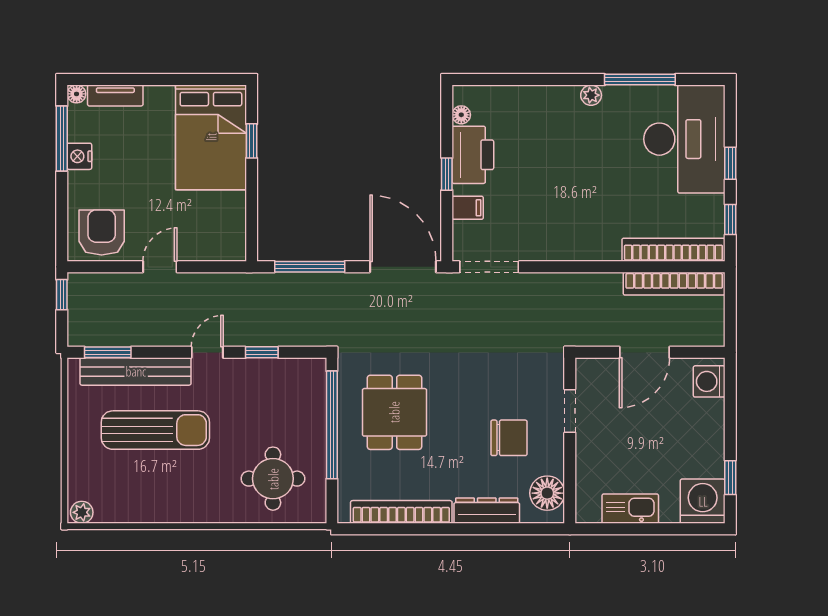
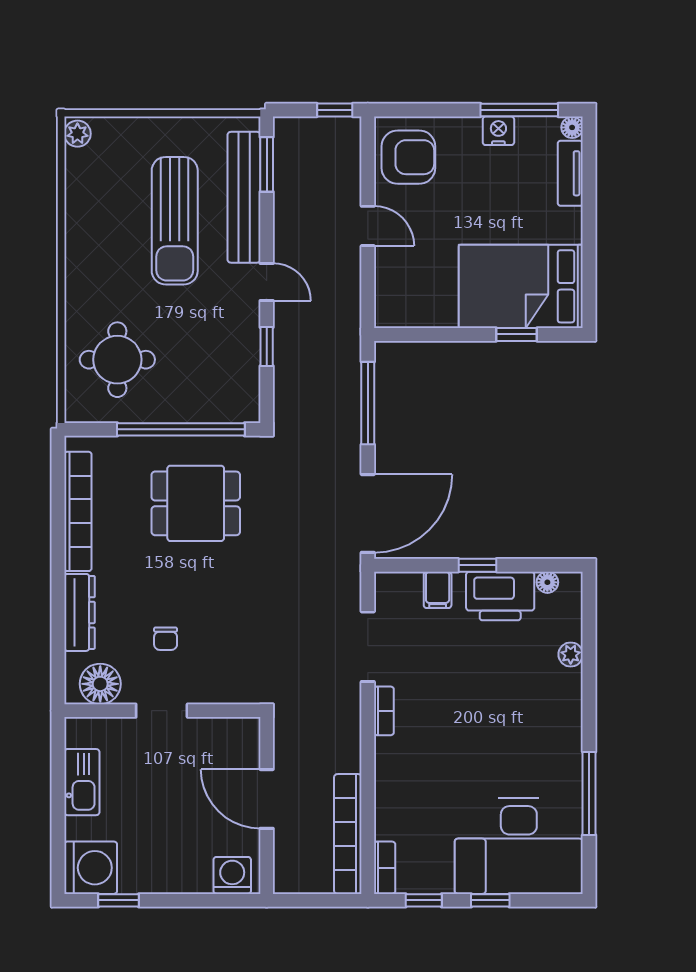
plant: (591, 95) -> (571, 654), moved
bookcase: (673, 250) -> (385, 868), width x0.43, depth x0.76
bookcase: (570, 253) -> (384, 711), added
doorway: (489, 267) -> (368, 647), moved
doorway: (570, 411) -> (162, 711), moved
chair: (509, 438) -> (166, 639), width x0.54, depth x0.54

